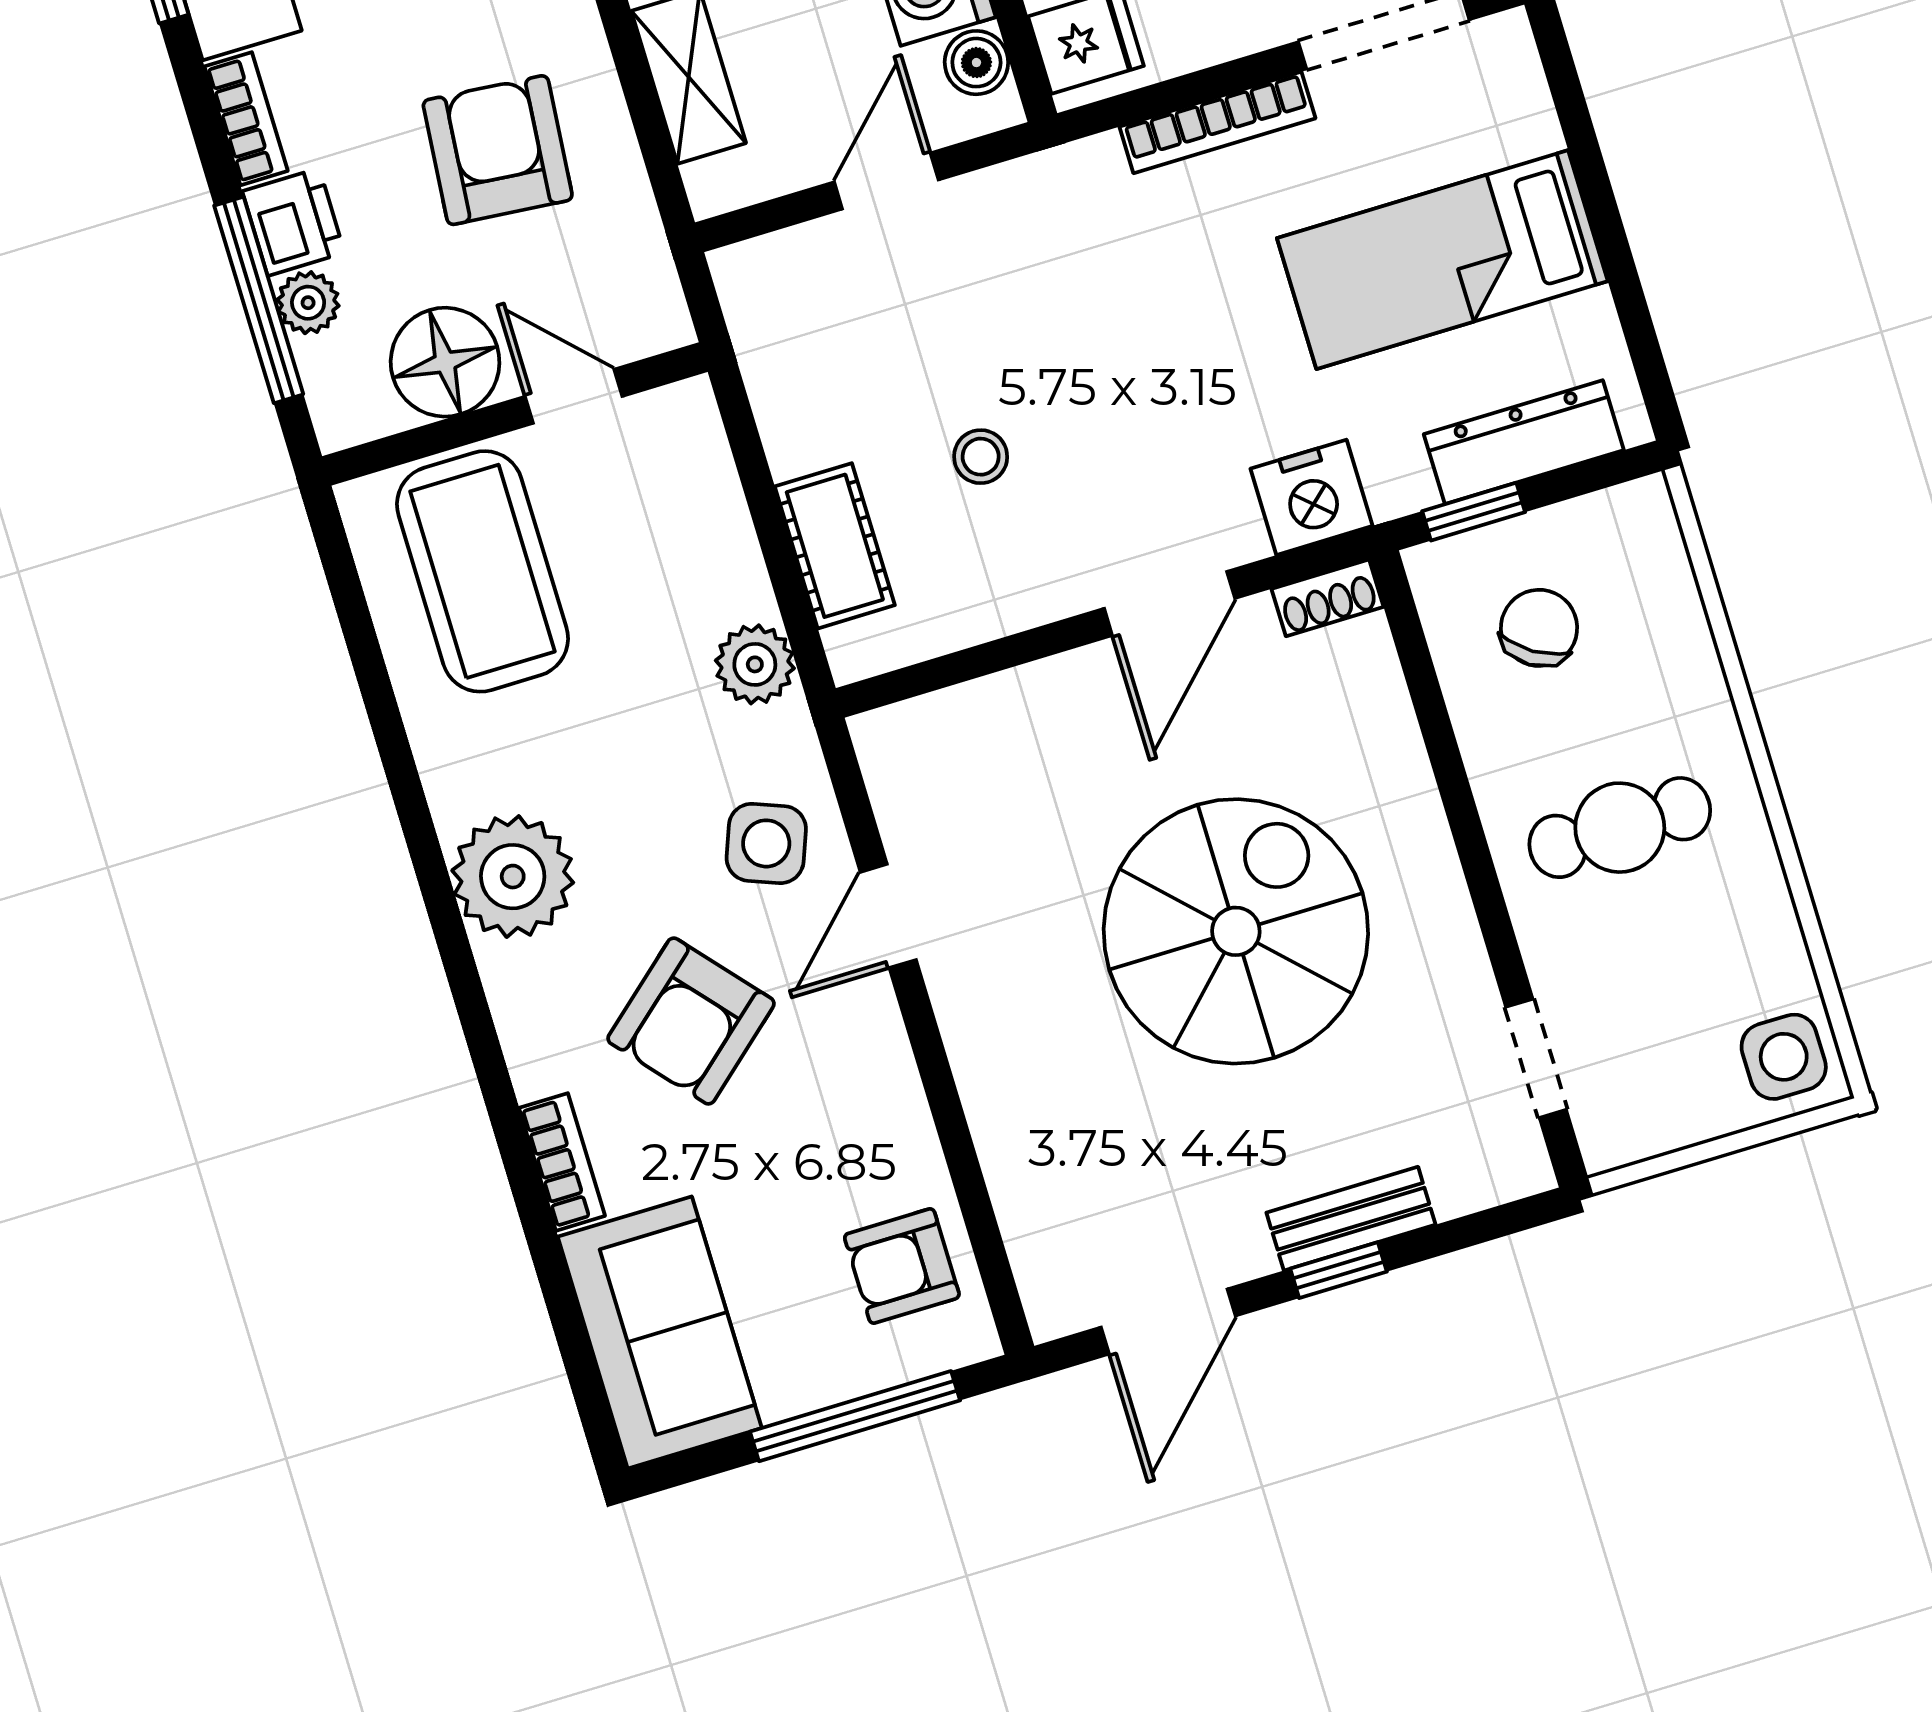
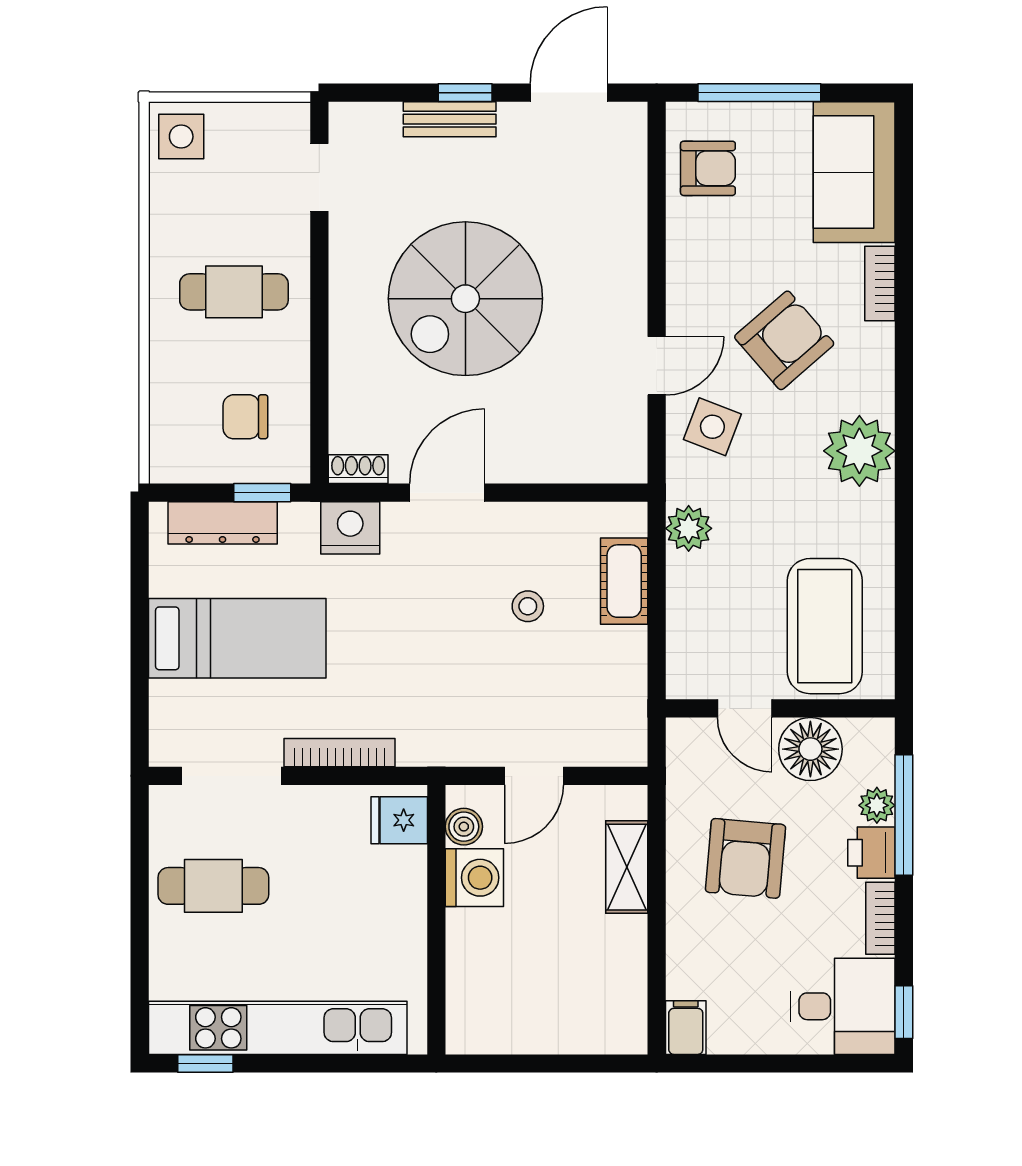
chair: (1539, 628) -> (245, 417), turned 58

